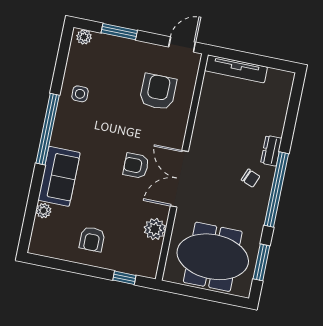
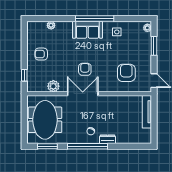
armchair: (158, 92) -> (126, 73), turned -90
sofa: (59, 176) -> (87, 30), moved

